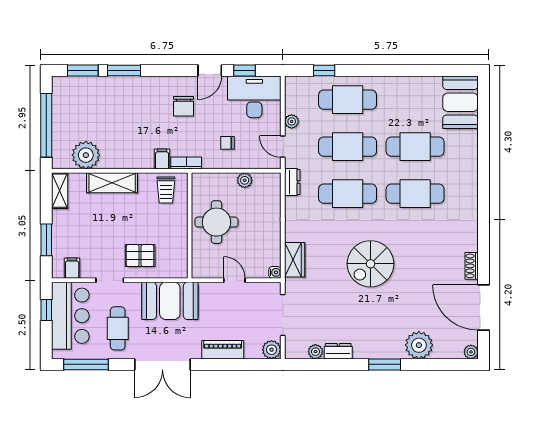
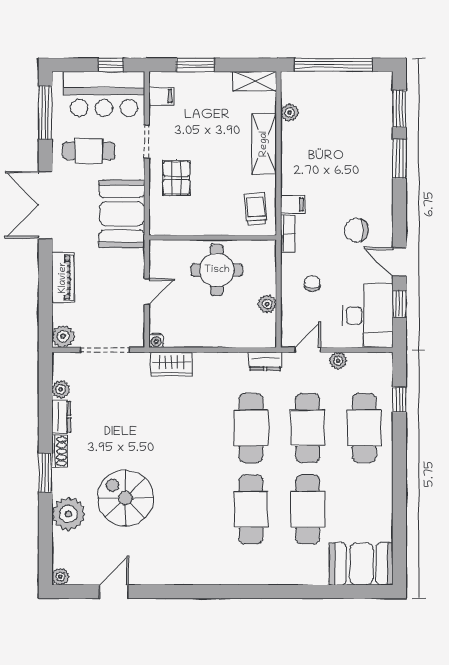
plant: (86, 155) -> (290, 113), width x0.53, depth x0.53
trolley: (166, 190) -> (255, 209), turned 85
spiral stairs: (371, 264) -> (125, 498), moved
shoe rack: (472, 266) -> (60, 451), moved, turned 90
door: (483, 308) -> (114, 592), width x0.53

